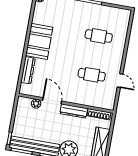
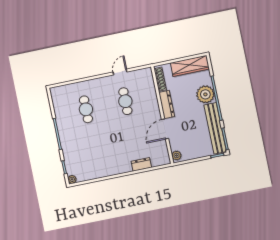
booth: (39, 41) -> (114, 164), removed
dresser: (28, 70) -> (141, 164), width x0.70
plant: (36, 104) -> (177, 156), moved

